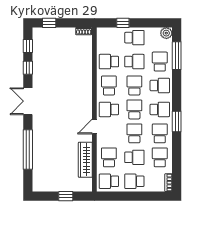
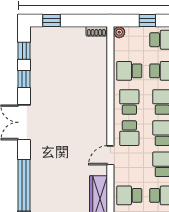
plant: (101, 32) -> (119, 32), added
school desk: (109, 109) -> (129, 133), turned -90
school desk: (109, 157) -> (129, 195), turned -90

